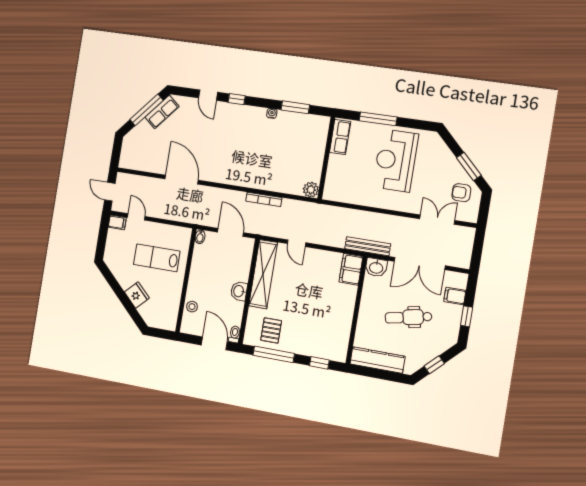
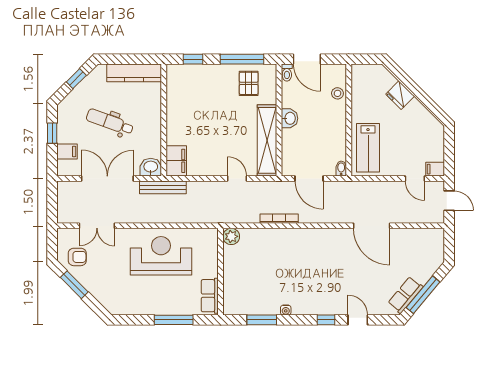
reception desk: (396, 161) -> (161, 256), moved, turned -90
lab bench: (157, 258) -> (368, 148), moved, turned 90
dental chair: (408, 317) -> (110, 122), turned -148

